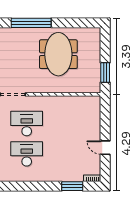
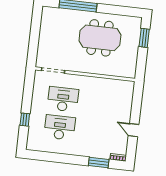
meeting table: (58, 54) -> (100, 38), turned 90
window: (105, 72) -> (144, 38), moved

